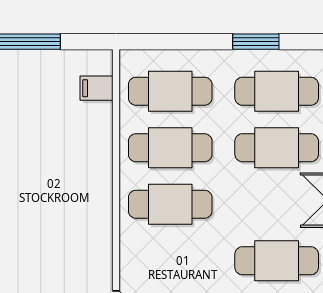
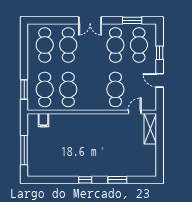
window: (256, 42) -> (24, 90), moved
cafe table: (170, 204) -> (115, 89), moved

